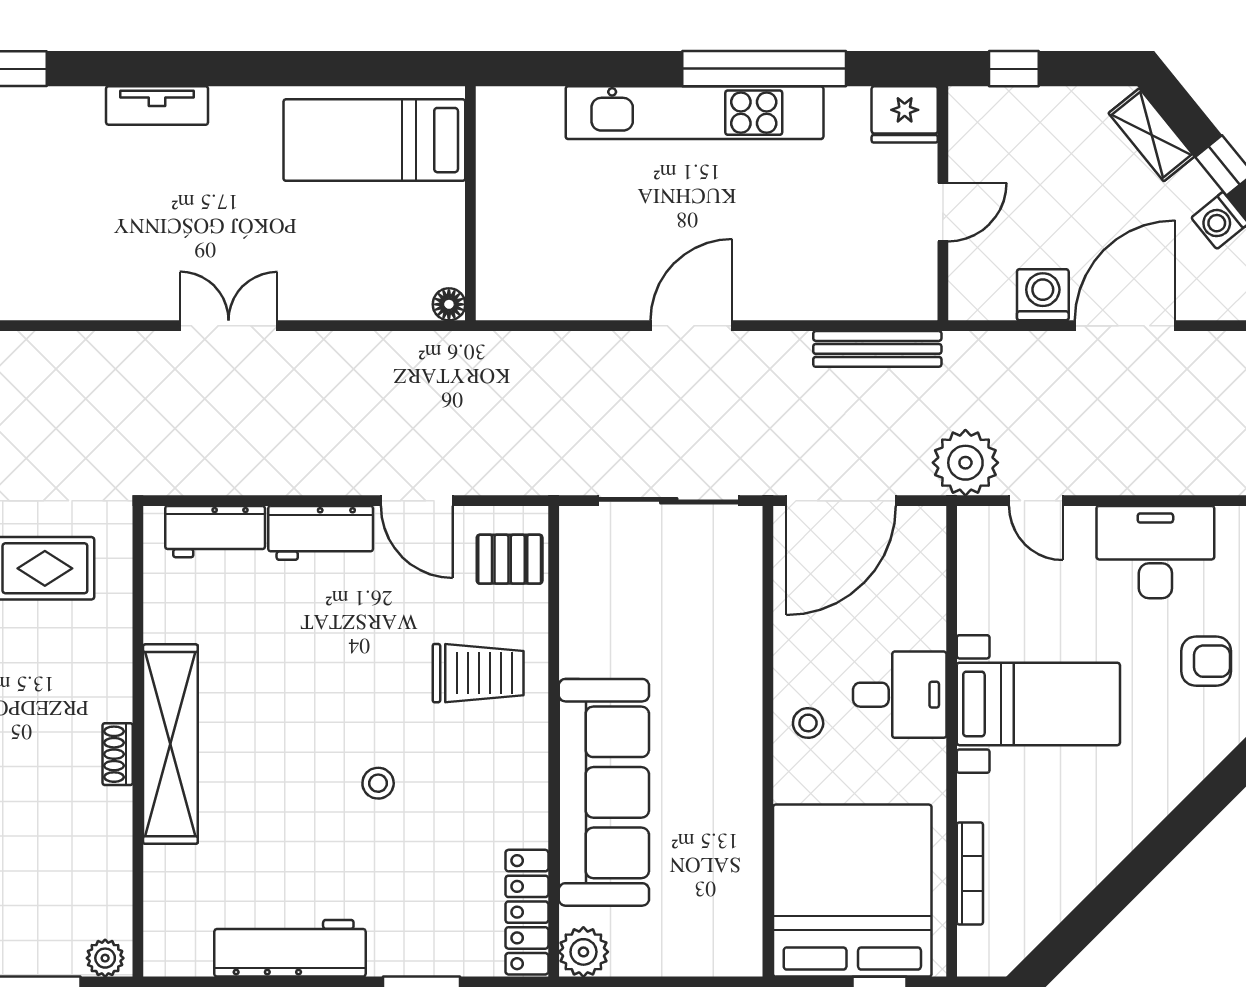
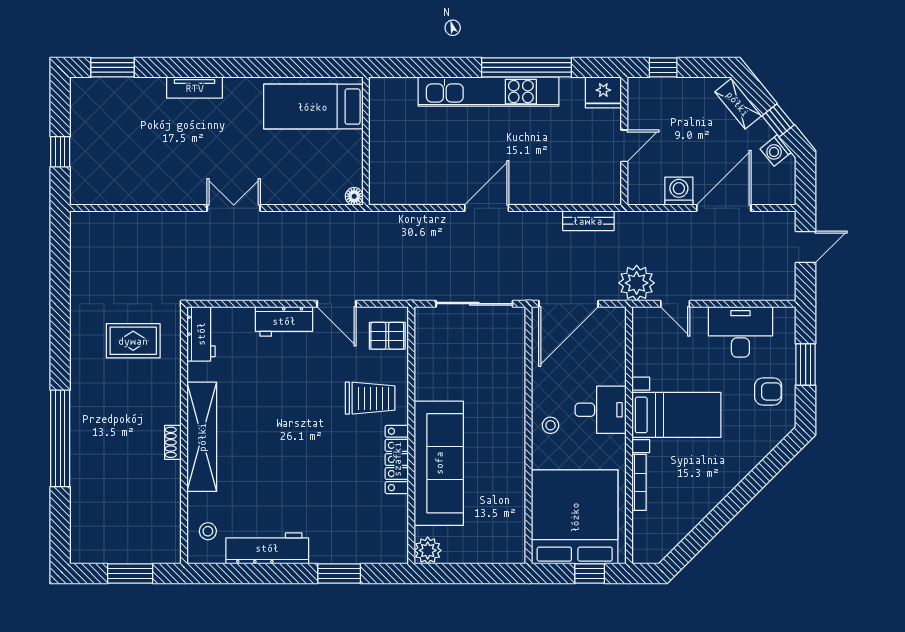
bench: (877, 349) -> (588, 221), width x0.73
workbench: (215, 532) -> (201, 334), moved, turned -90
stool: (378, 783) -> (208, 531), moved
bookcase: (970, 873) -> (639, 482), moved
locker: (527, 912) -> (397, 459), moved
plant: (105, 958) -> (166, 554), removed

